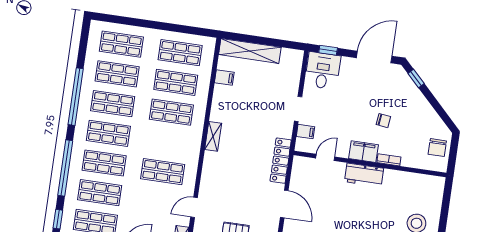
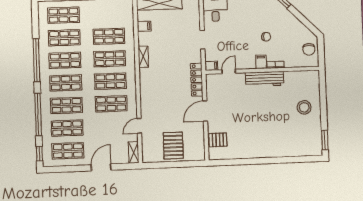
shop shelf: (180, 53) -> (110, 81), moved
filing cabinet: (305, 132) -> (211, 66), moved
shelving: (213, 136) -> (143, 57), moved
filing cabinet: (363, 152) -> (261, 62), width x0.50
workbench: (364, 175) -> (265, 79), width x1.38
door: (284, 204) -> (205, 111), swing flipped

